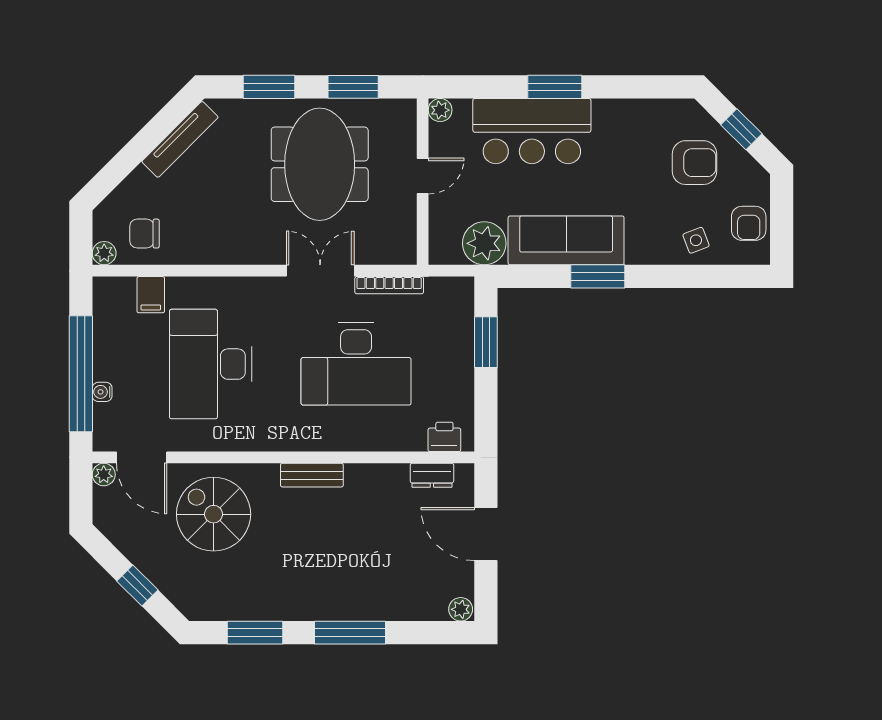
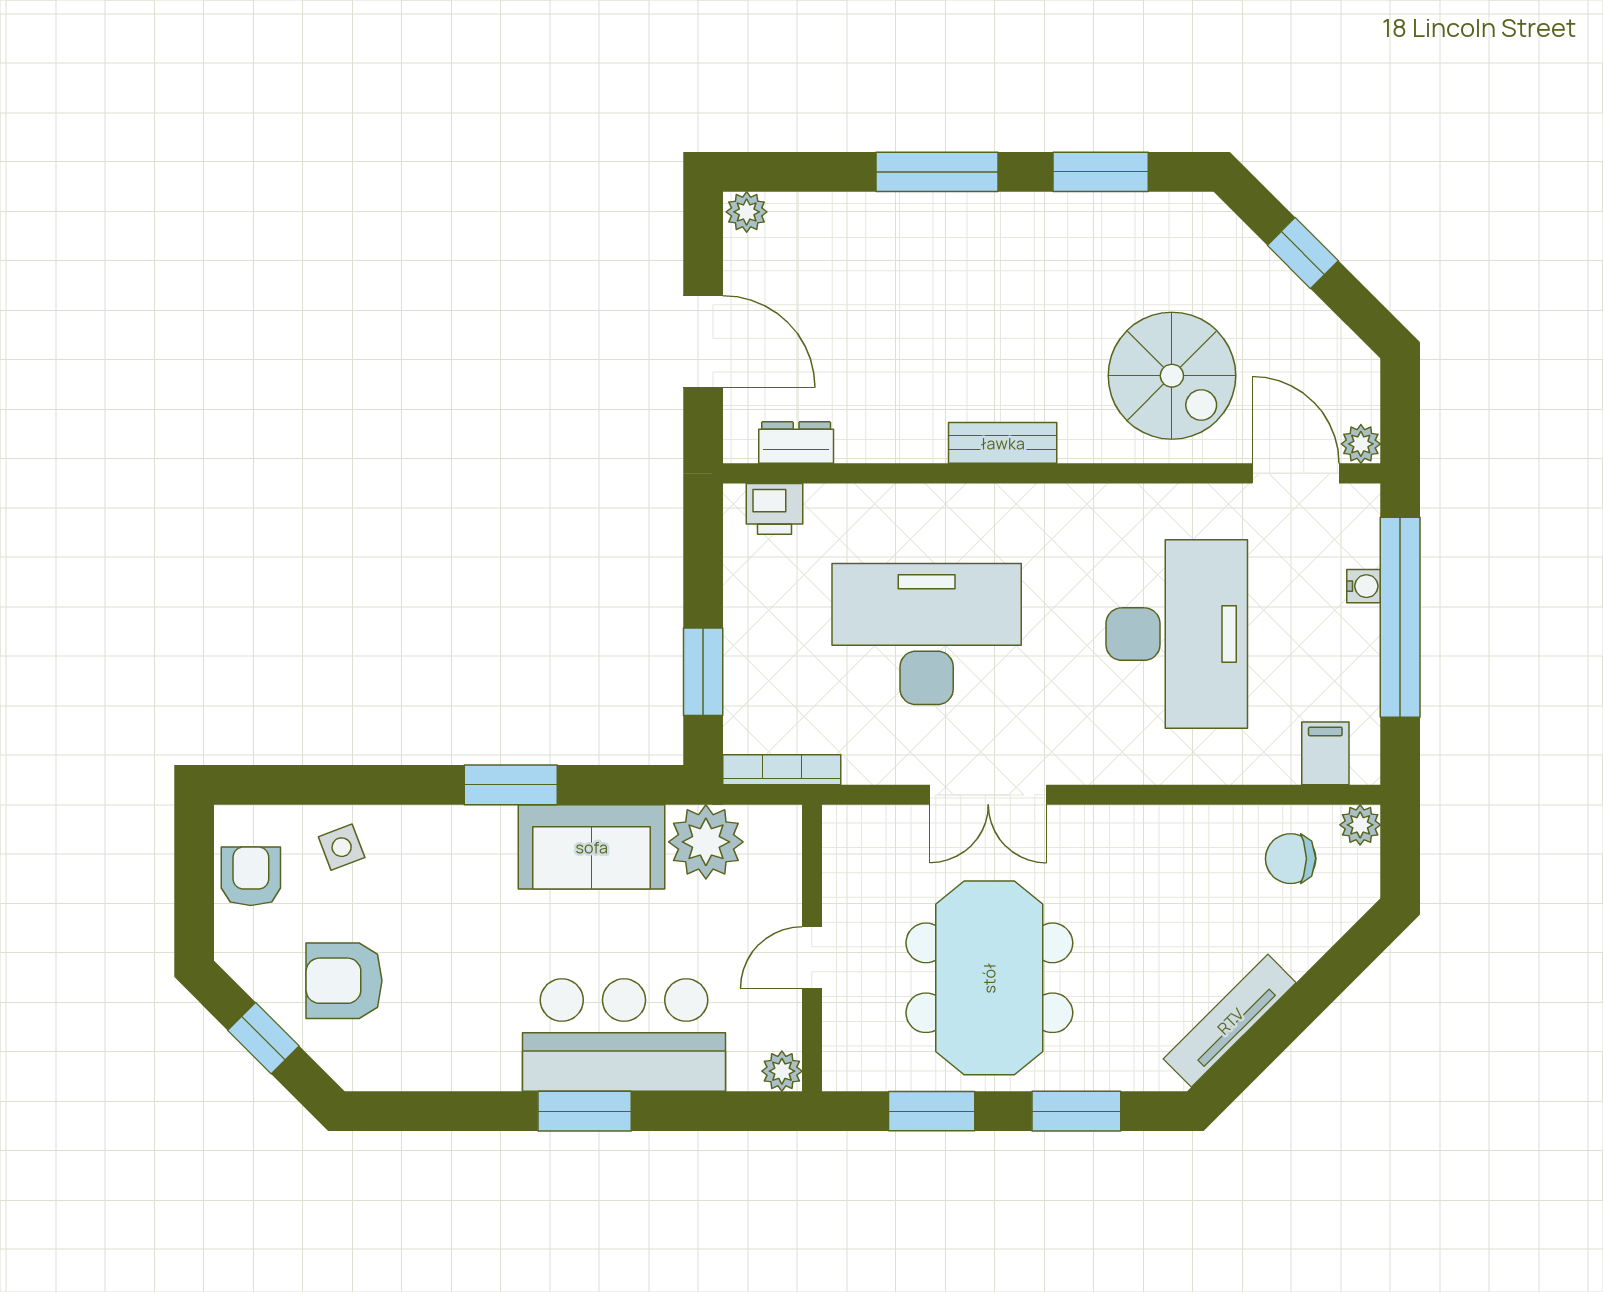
chair: (145, 234) -> (1291, 859), turned 180
sofa: (566, 240) -> (592, 847), width x0.73
bookcase: (389, 285) -> (782, 770), moved
filing cabinet: (151, 295) -> (1325, 753), moved

